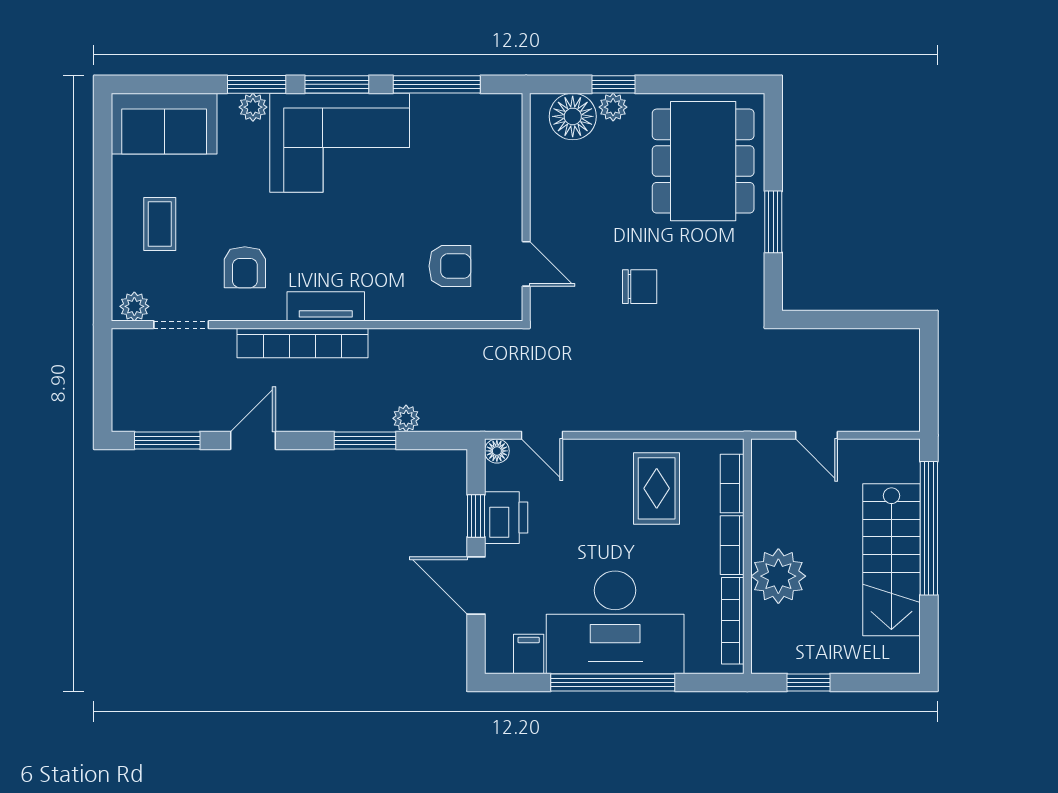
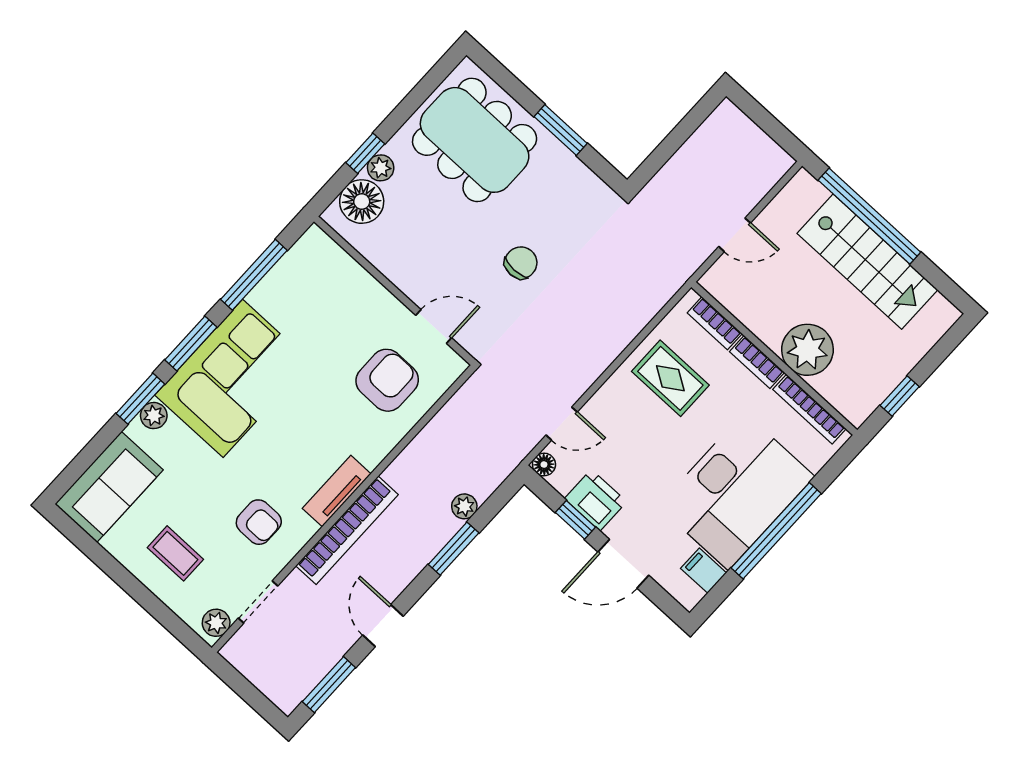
armchair: (450, 266) -> (387, 380), width x1.38, depth x1.38

